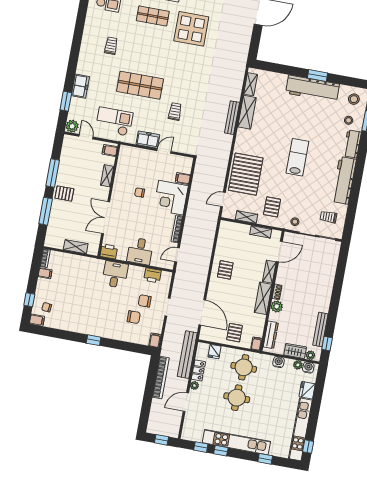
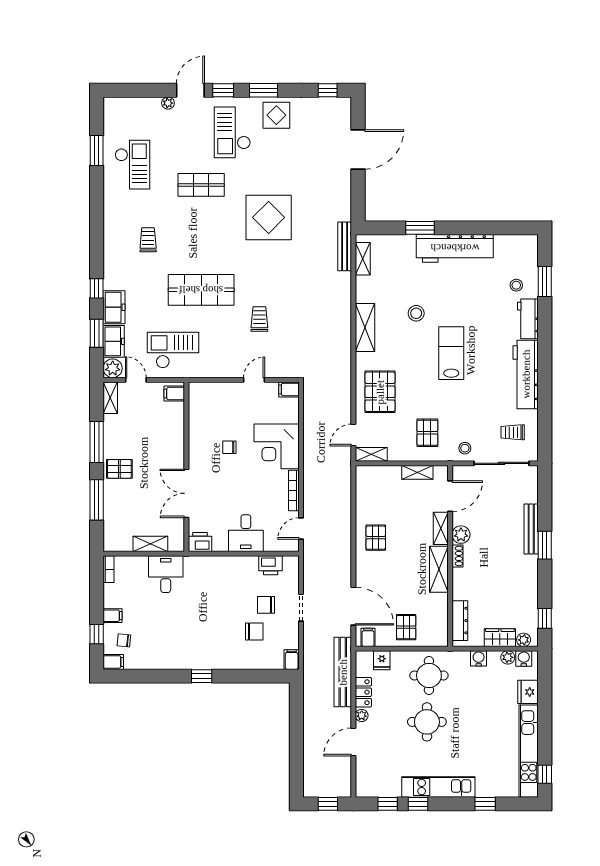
display table: (191, 29) -> (269, 217), moved
window: (71, 72) -> (97, 288), added
window: (318, 75) -> (420, 228), moved
stool: (354, 99) -> (416, 313), moved
shelving: (247, 112) -> (365, 327), moved
bench: (232, 118) -> (345, 246), moved
freezer: (148, 140) -> (114, 341), moved, turned 90
pallet: (246, 174) -> (380, 392), width x0.73, depth x0.71
shelving: (107, 176) -> (110, 398), moved
filing cabinet: (183, 178) -> (289, 389), moved
shelving: (247, 217) -> (371, 454), moved
filing cabinet: (45, 273) -> (112, 616), moved
desk: (115, 275) -> (166, 574), moved
window: (336, 295) -> (545, 545), added
plant: (277, 306) -> (461, 535), moved
bench: (320, 329) -> (531, 529), moved
filing cabinet: (256, 344) -> (368, 637), moved
bookcase: (161, 378) -> (310, 713), removed
kitchen unit: (236, 442) -> (438, 787), width x0.73

